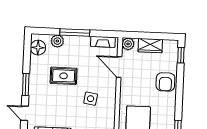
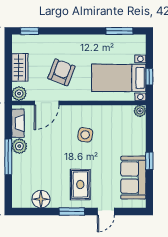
plant: (57, 41) -> (19, 146), moved
floor lamp: (38, 48) -> (41, 199), moved
rug: (64, 76) -> (80, 185), moved
armchair: (165, 82) -> (61, 72), moved, turned -69

